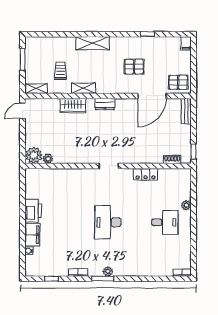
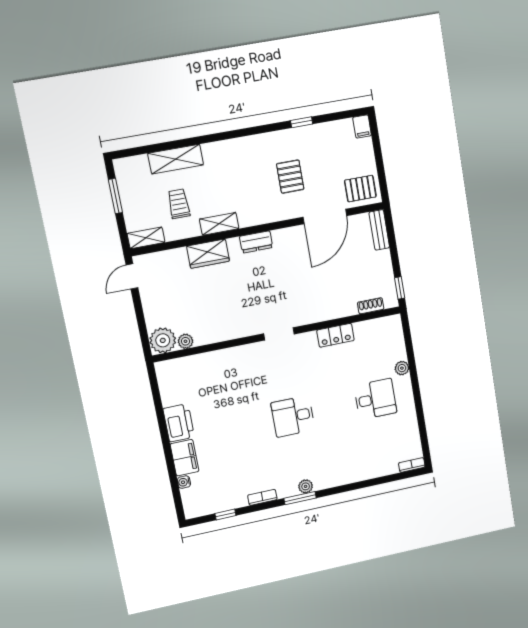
shelving: (93, 43) -> (176, 159), moved
pallet: (134, 67) -> (290, 177), turned 90
desk: (108, 222) -> (293, 416), width x0.73

